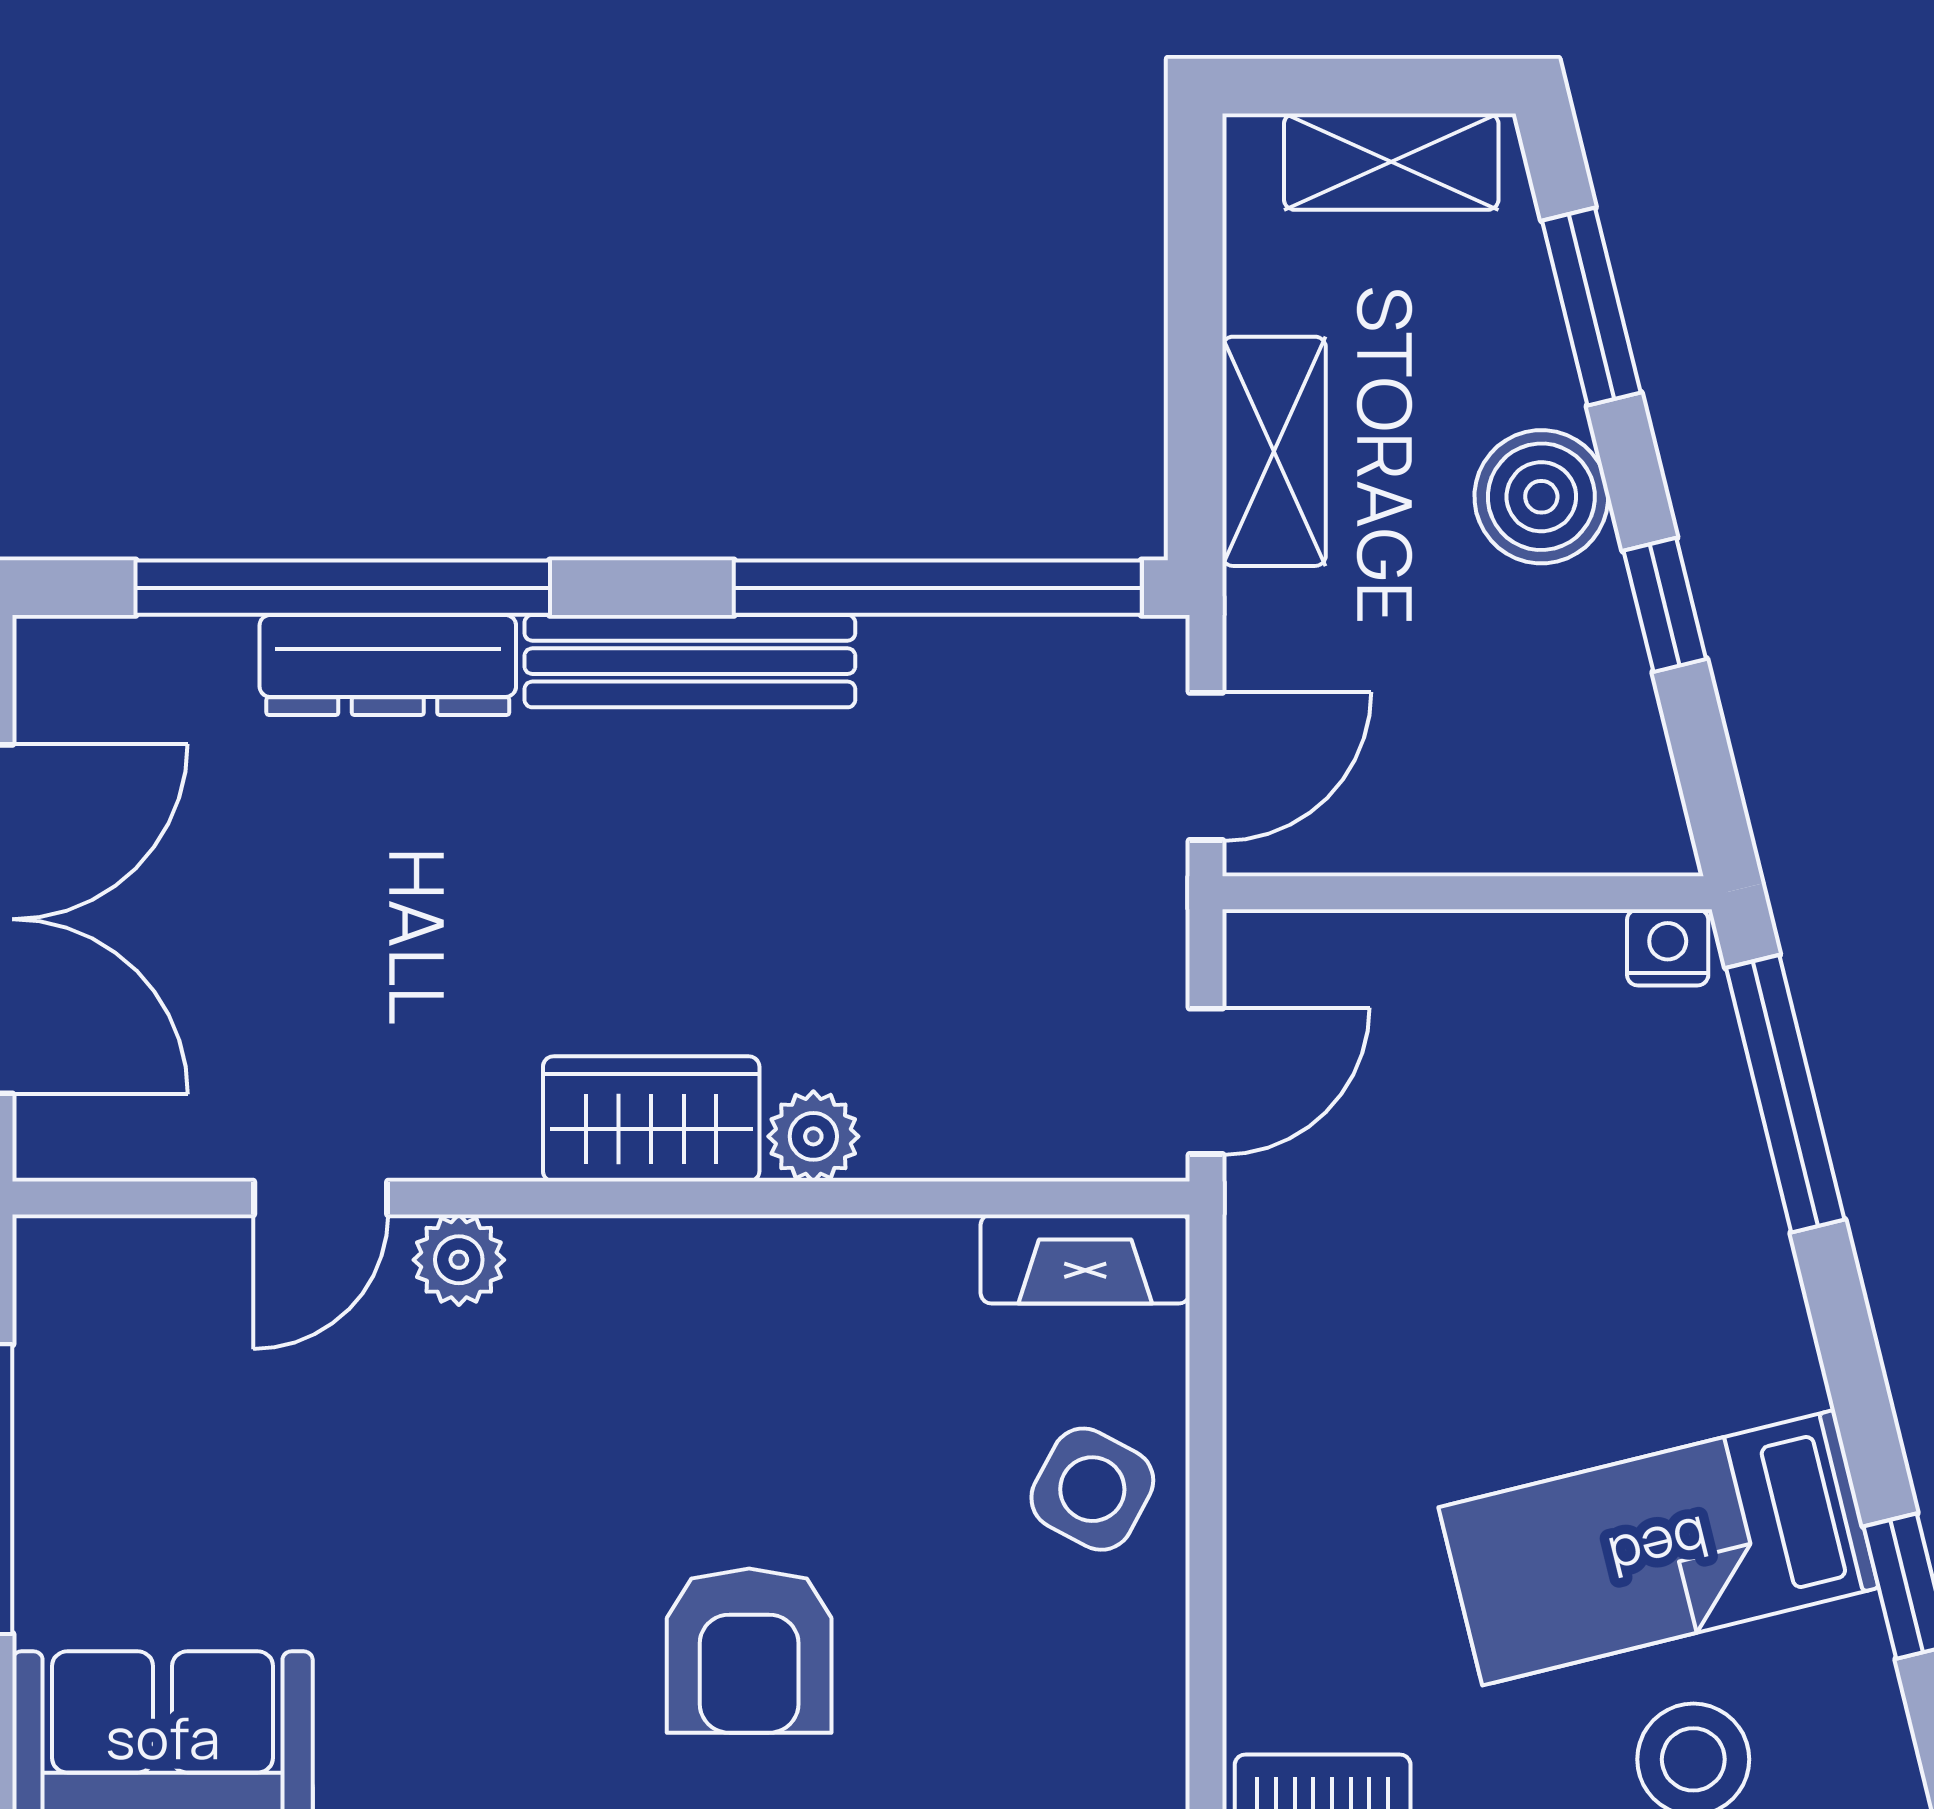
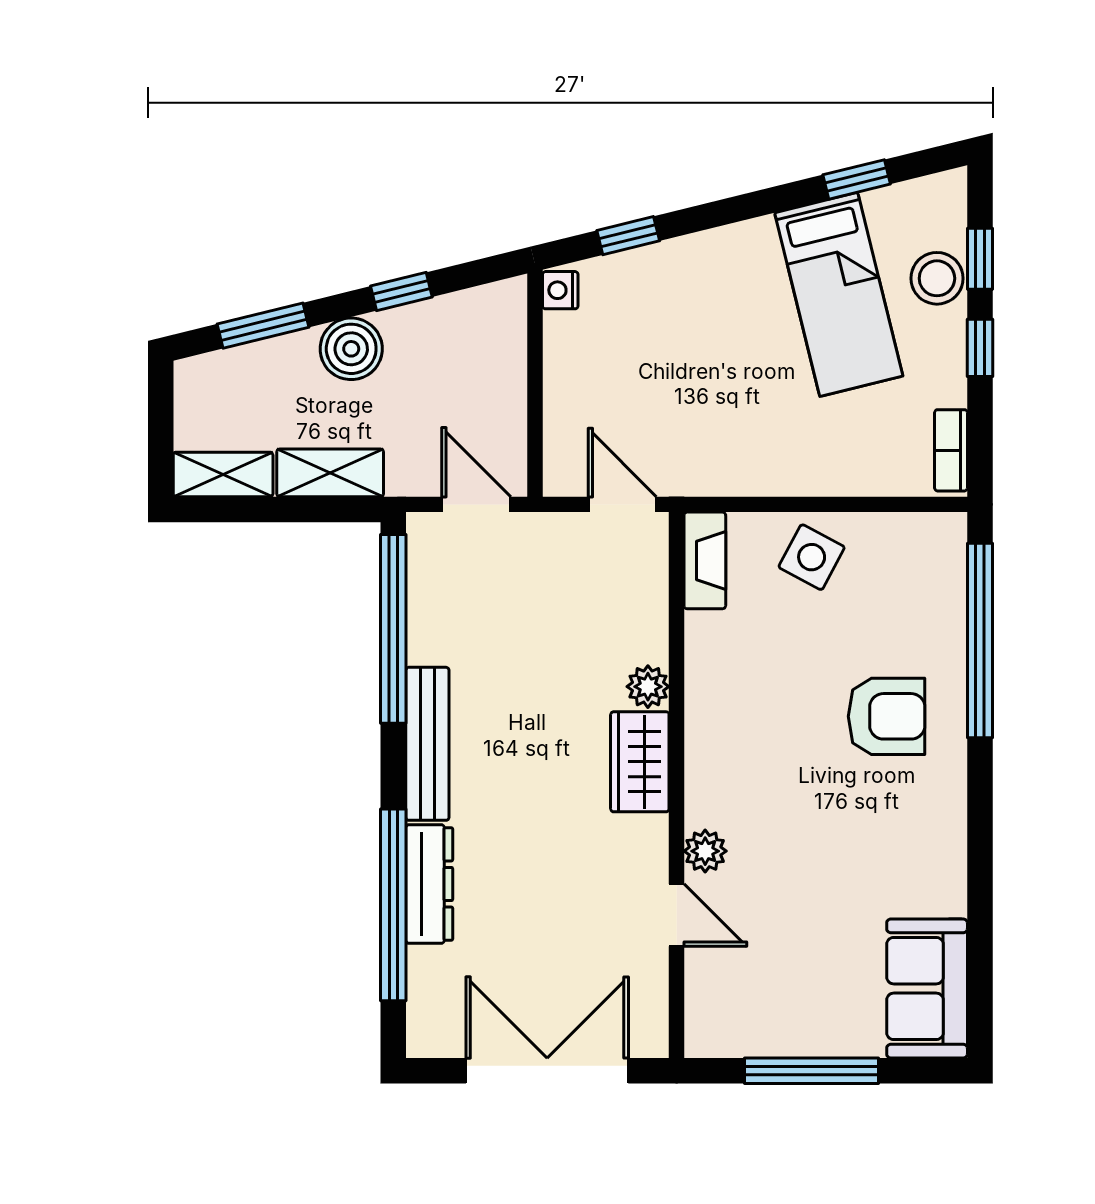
shelving: (1391, 162) -> (223, 474), moved, turned 90
window: (1785, 1094) -> (628, 236), width x0.46

